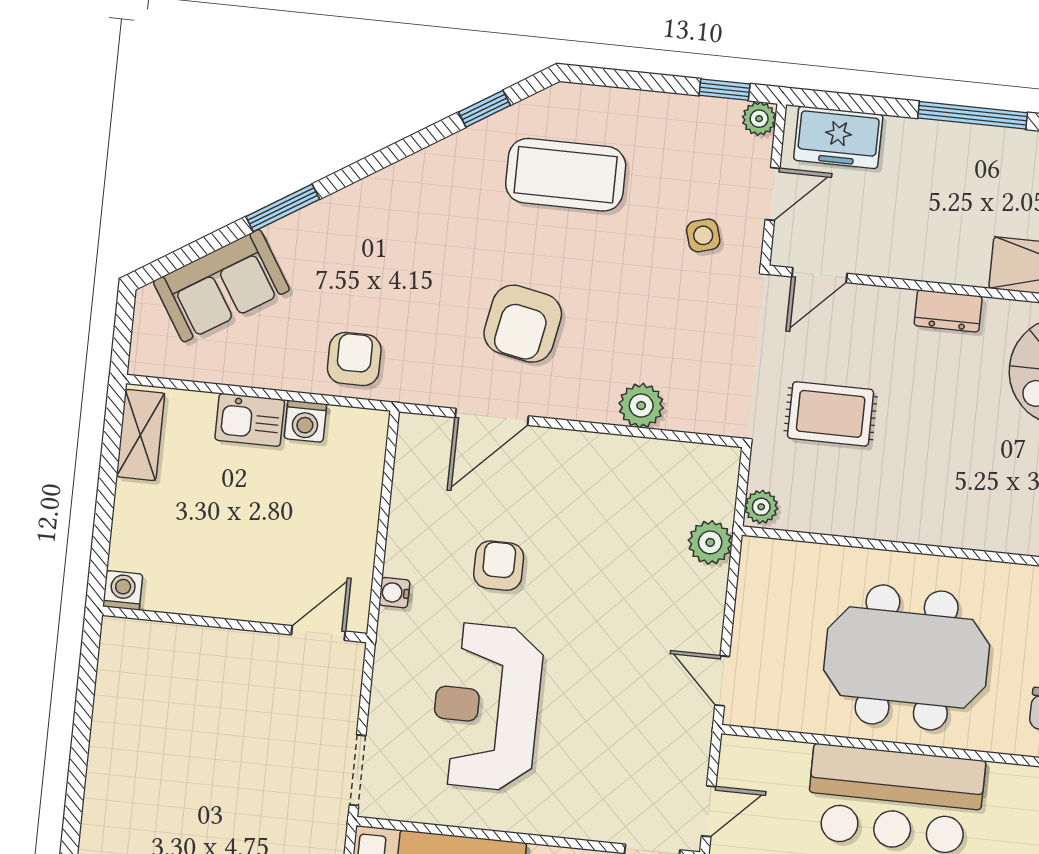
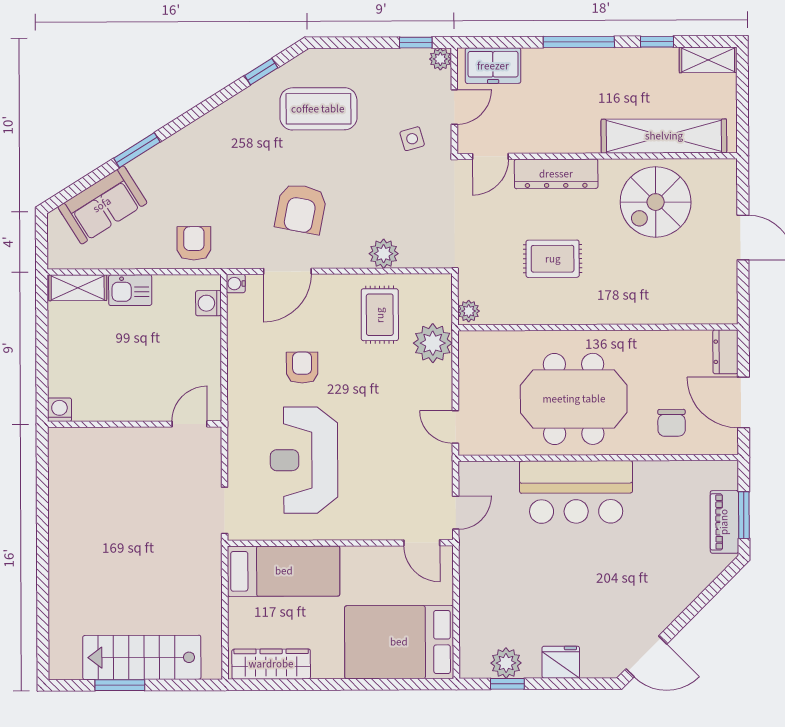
dresser: (948, 311) -> (556, 174), width x1.96, depth x1.24
rug: (831, 414) -> (553, 259), moved
washing machine: (305, 421) -> (208, 303), moved, turned 90
shelving: (140, 435) -> (78, 288), moved, turned 90
rug: (625, 498) -> (380, 315), added
plant: (710, 542) -> (433, 343), width x1.36, depth x1.36
water cooler: (394, 593) -> (236, 284), moved

